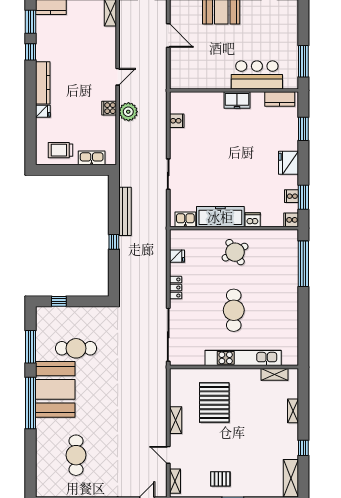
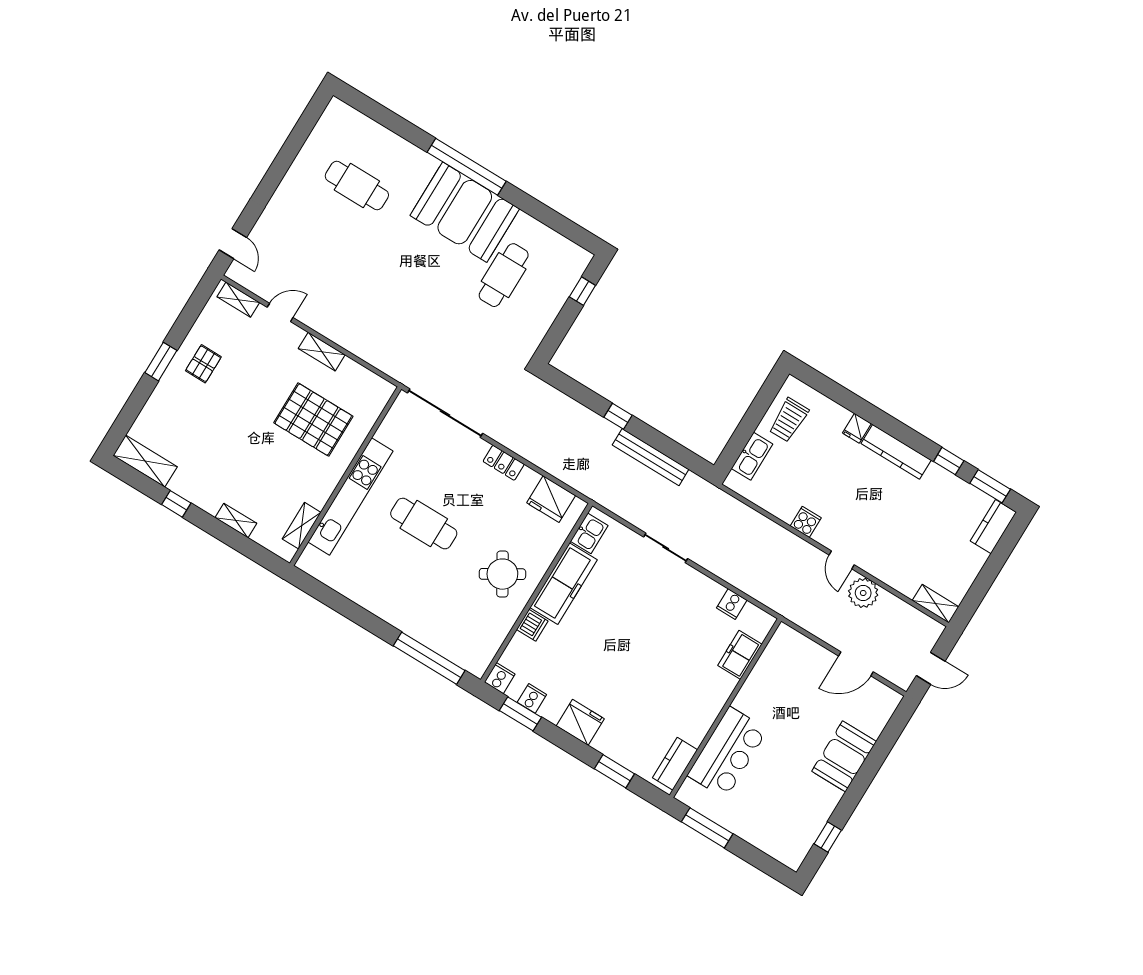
freezer: (237, 100) -> (740, 655), moved
plant: (128, 112) -> (863, 593), moved
trolley: (61, 150) -> (789, 420), turned 180
fridge: (177, 256) -> (551, 499), width x1.88, depth x1.34
window: (31, 347) -> (544, 214), removed

